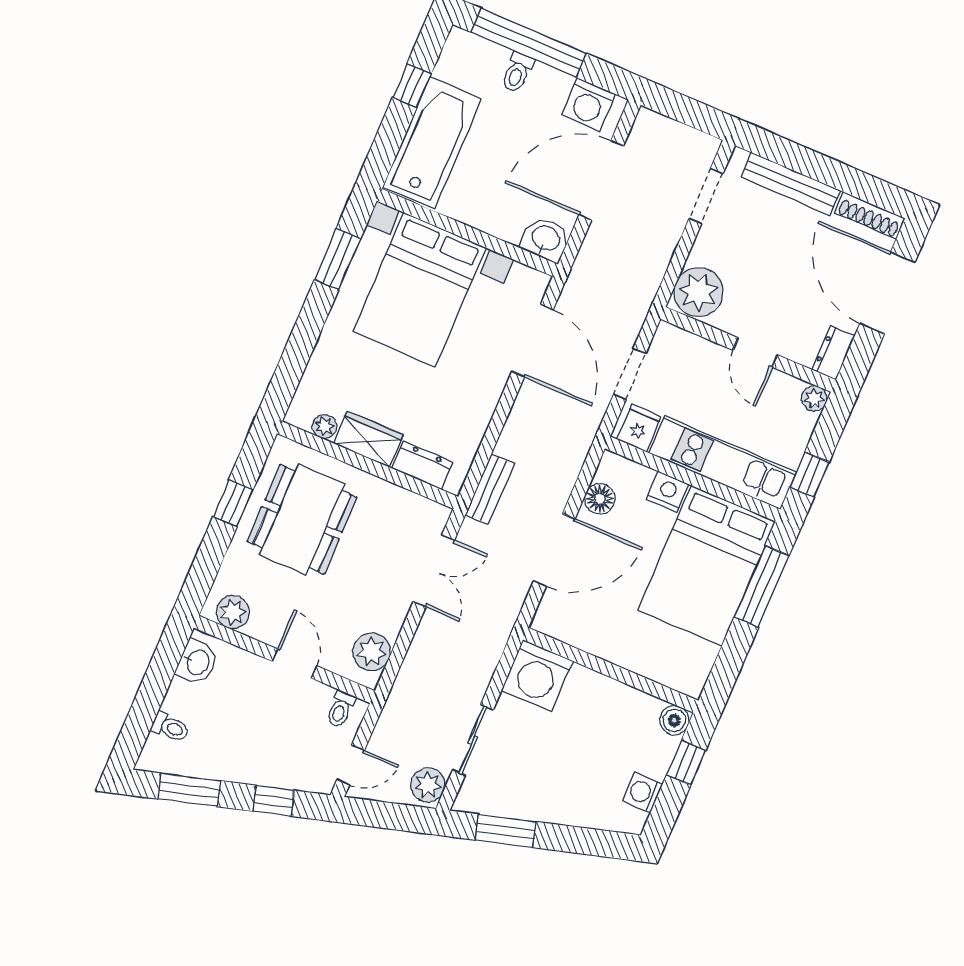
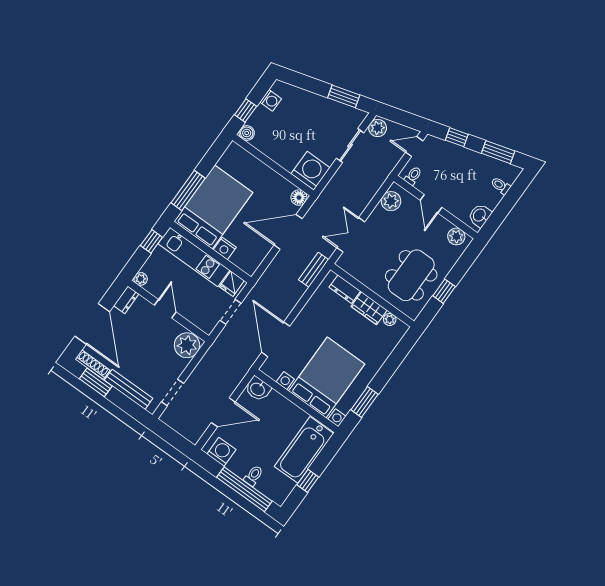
door: (601, 180) -> (223, 412), width x0.73
window: (856, 183) -> (96, 382), added
floor lamp: (600, 499) -> (299, 198), moved

